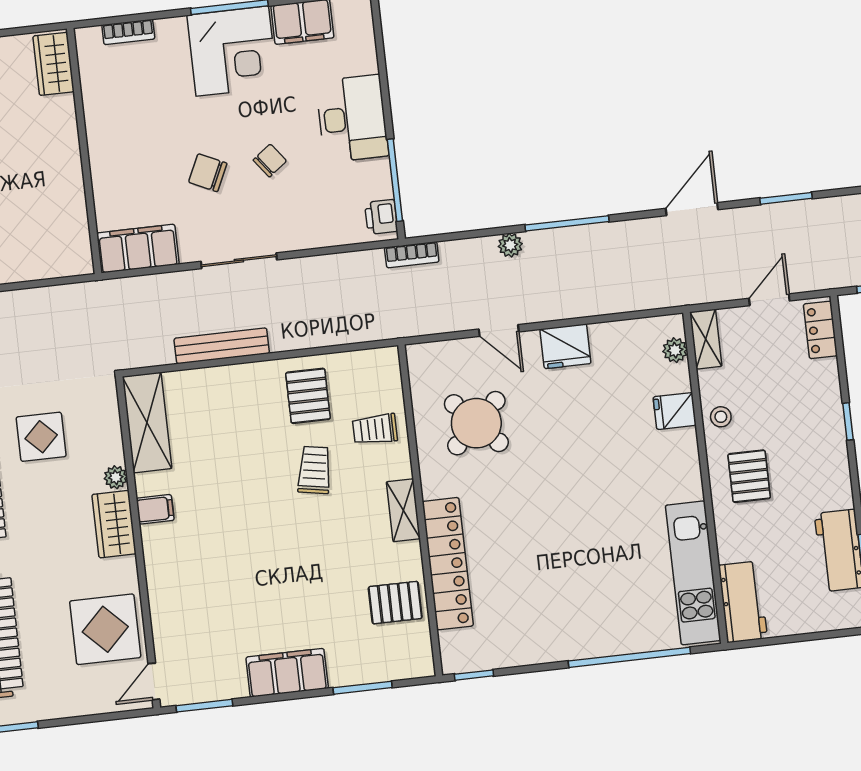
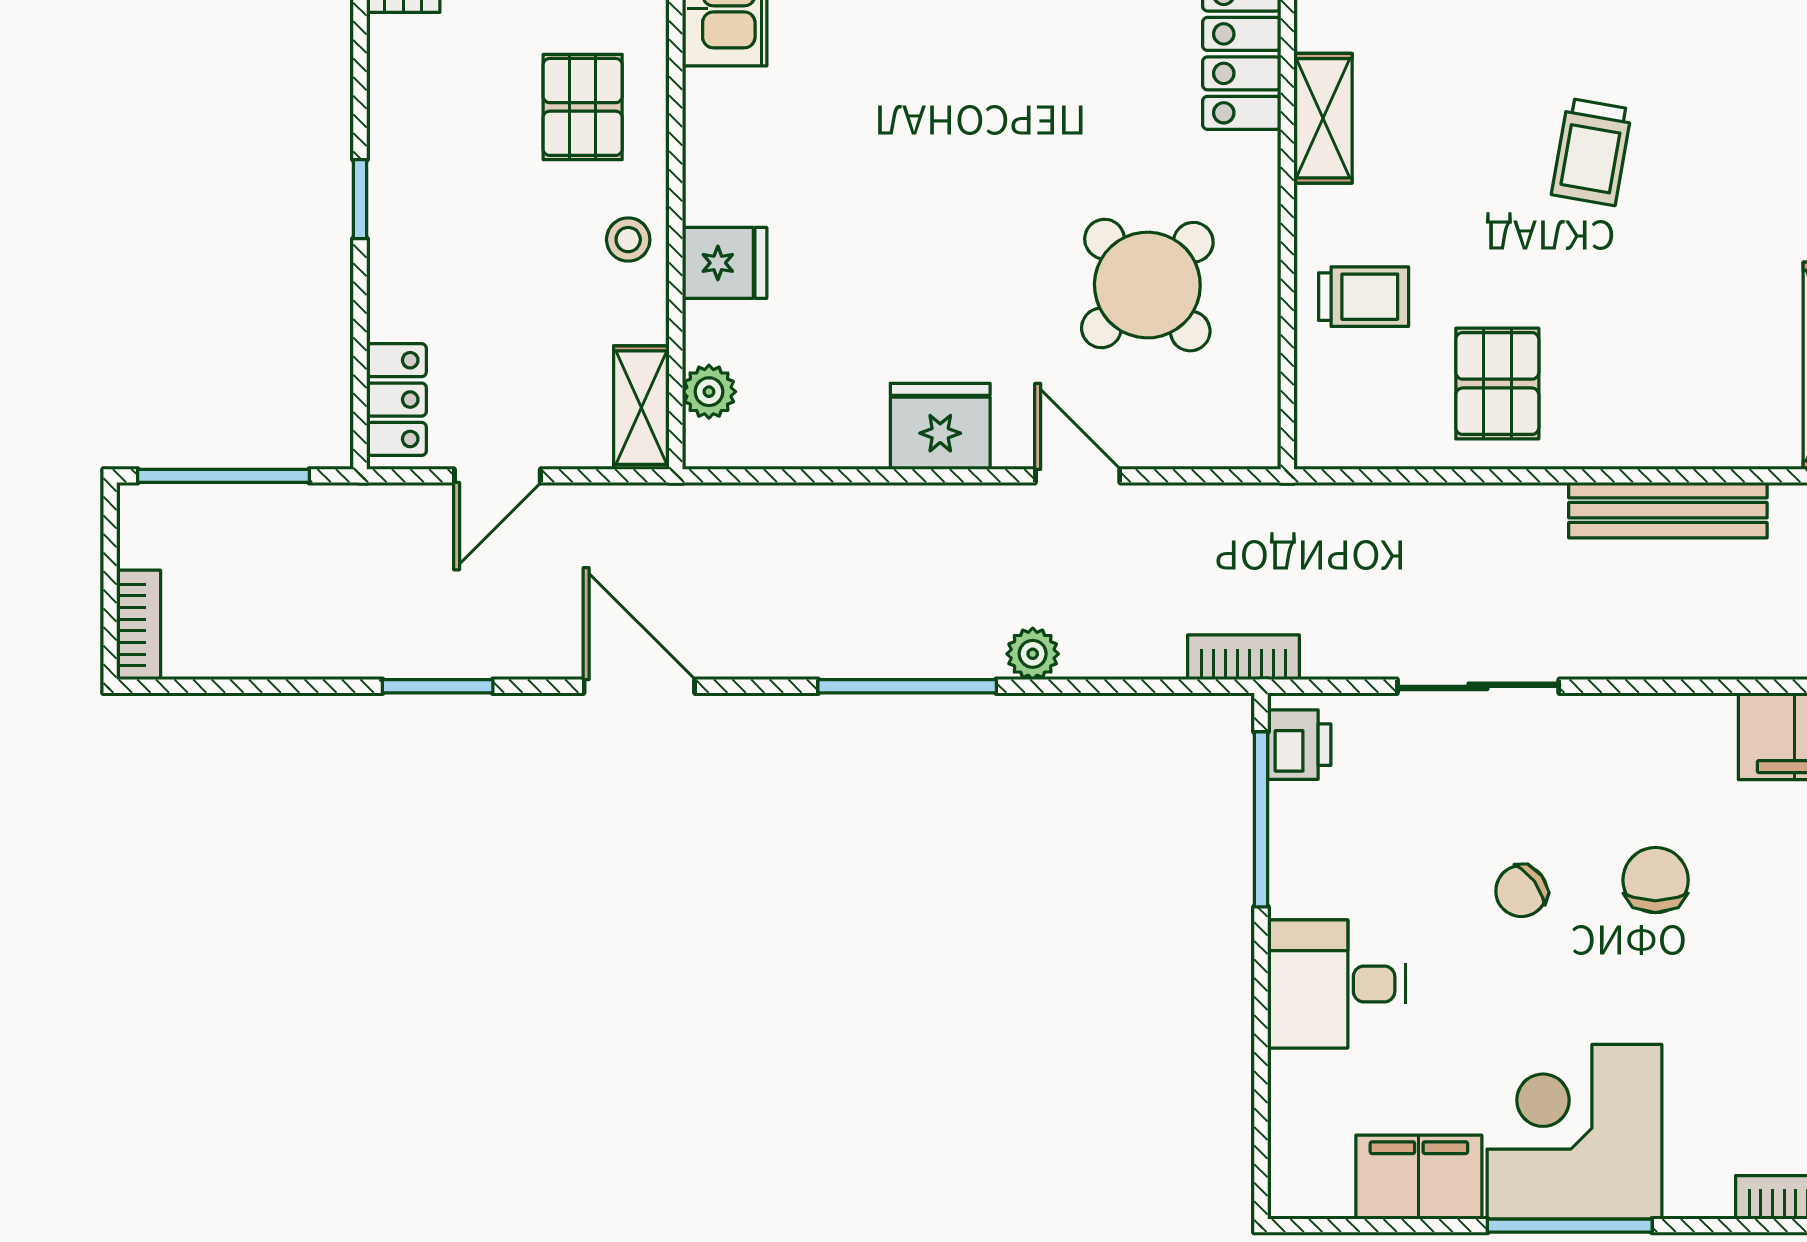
desk: (352, 118) -> (1337, 984), width x0.73
chair: (208, 173) -> (1656, 880), turned -115
door: (692, 209) -> (639, 686), swing flipped
sliding door: (239, 261) -> (1478, 686), moved
trolley: (314, 470) -> (1592, 152), moved

